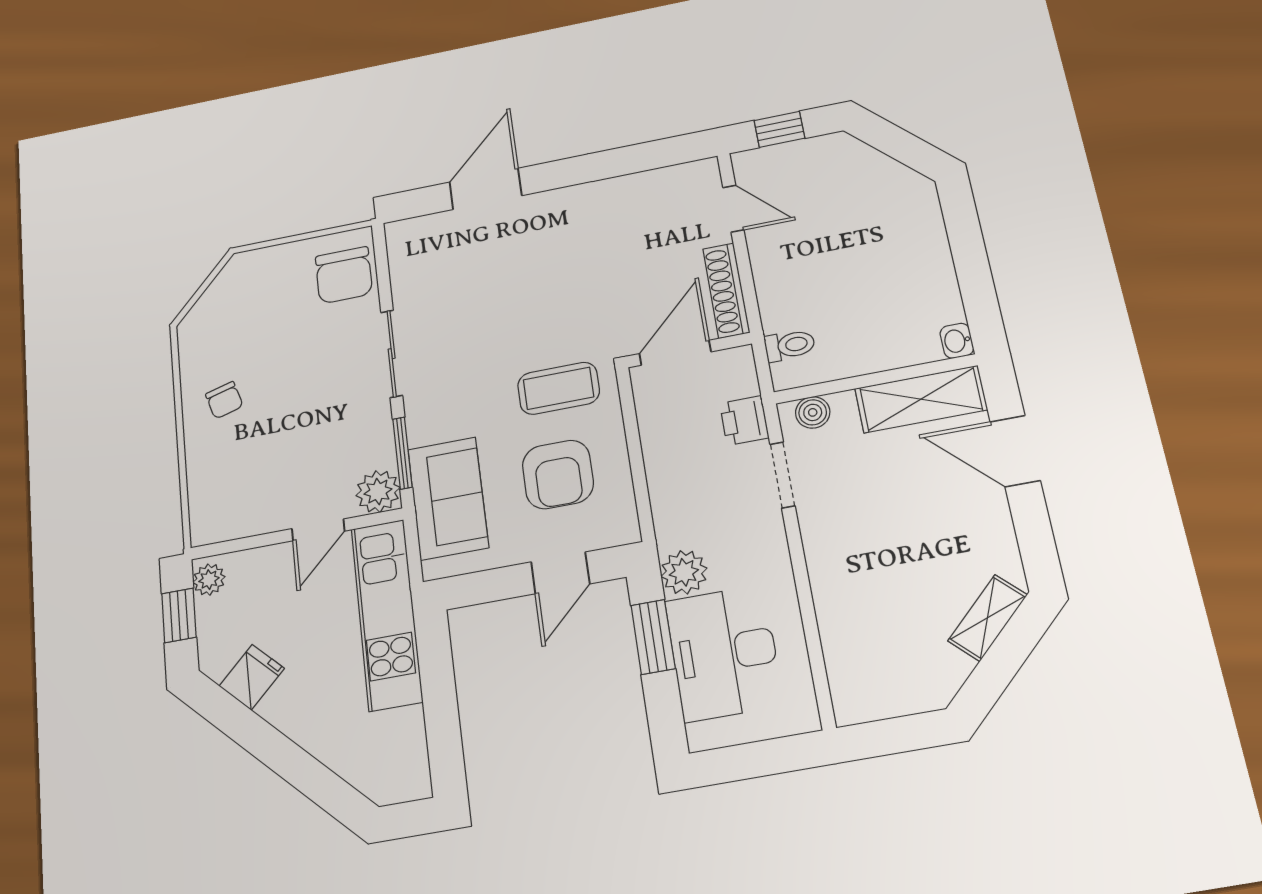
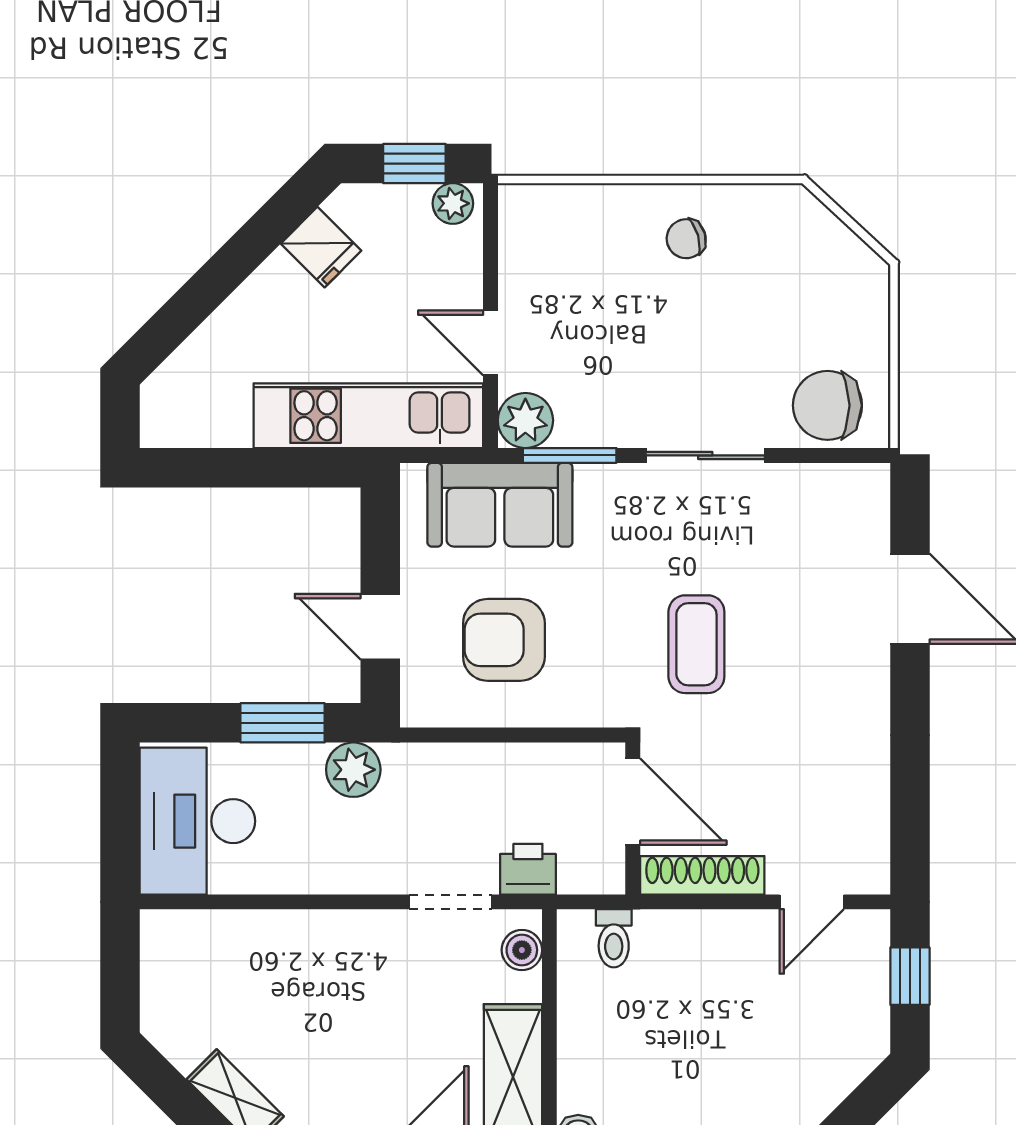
coffee table: (559, 388) -> (696, 644), moved
desk: (724, 653) -> (197, 821), moved, turned -90

